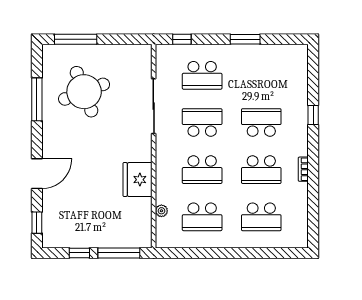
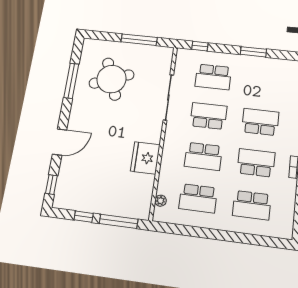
window: (76, 39) -> (139, 40), moved
school desk: (261, 170) -> (256, 163), turned 180
plant: (161, 211) -> (161, 201), moved

